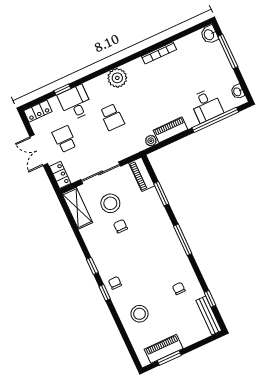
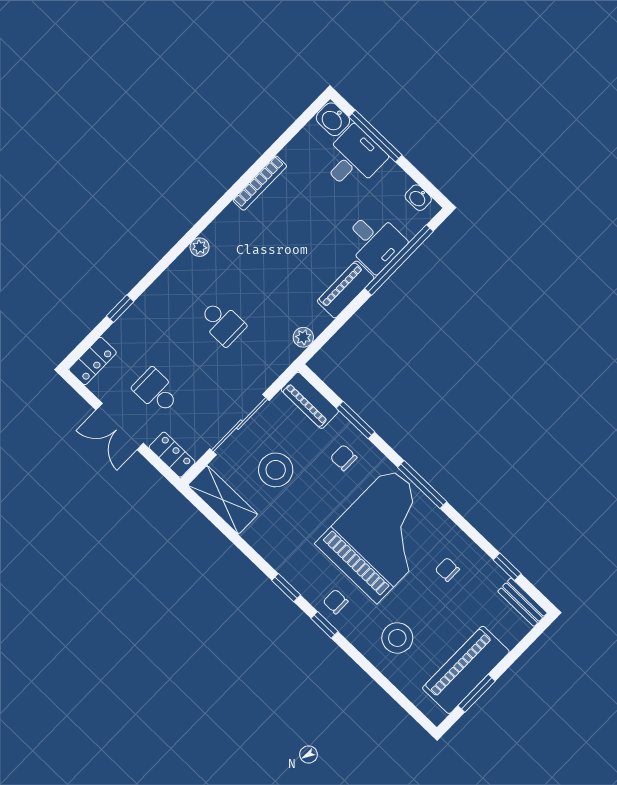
plant: (117, 78) -> (200, 247), width x0.53, depth x0.53
desk: (75, 103) -> (353, 159), moved, turned 90
piano: (171, 130) -> (346, 289), moved
chair: (120, 226) -> (344, 458), moved
grand piano: (153, 258) -> (384, 535), added
bench: (209, 316) -> (523, 602), width x0.73
piano: (164, 349) -> (466, 670), width x1.37, depth x1.33

